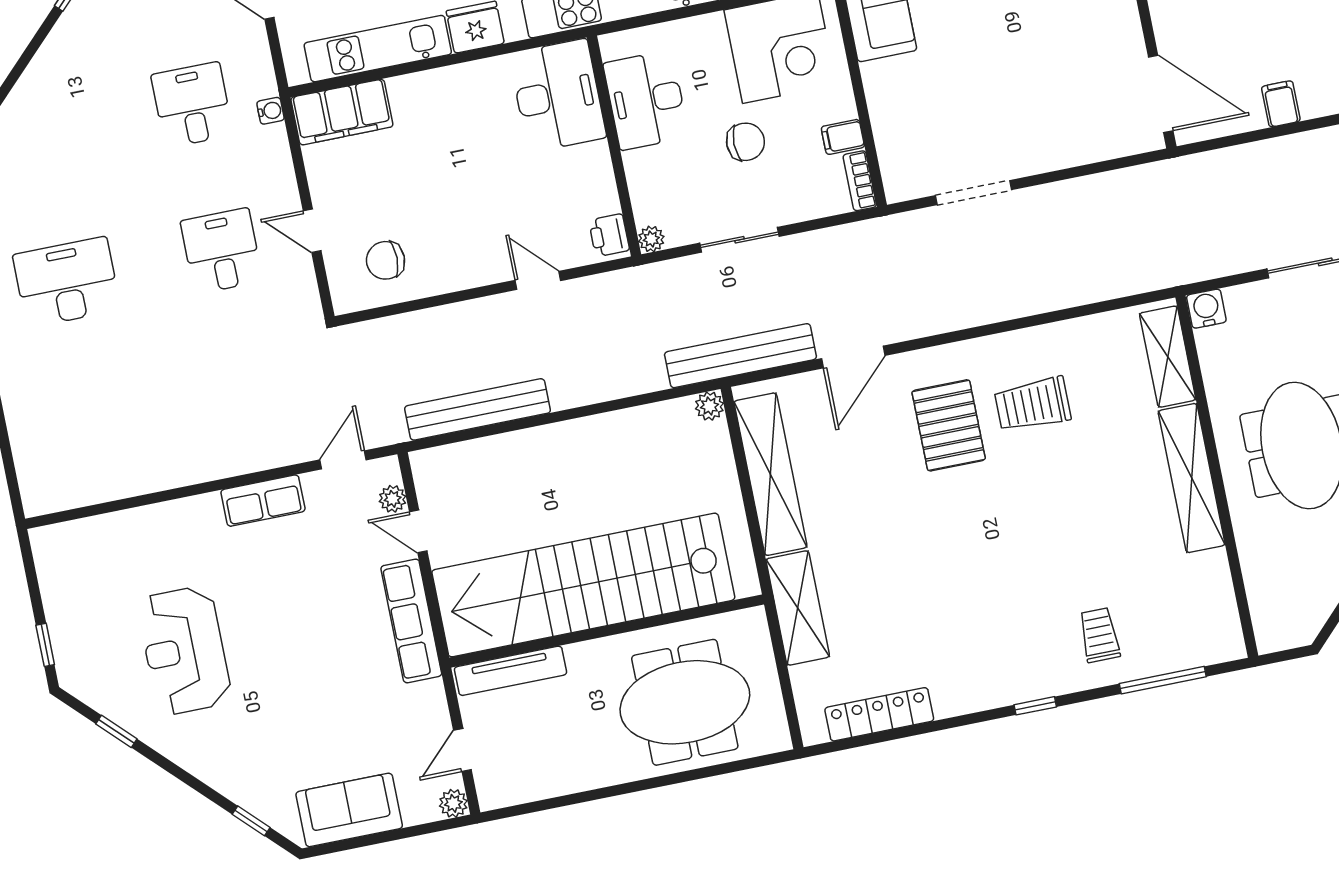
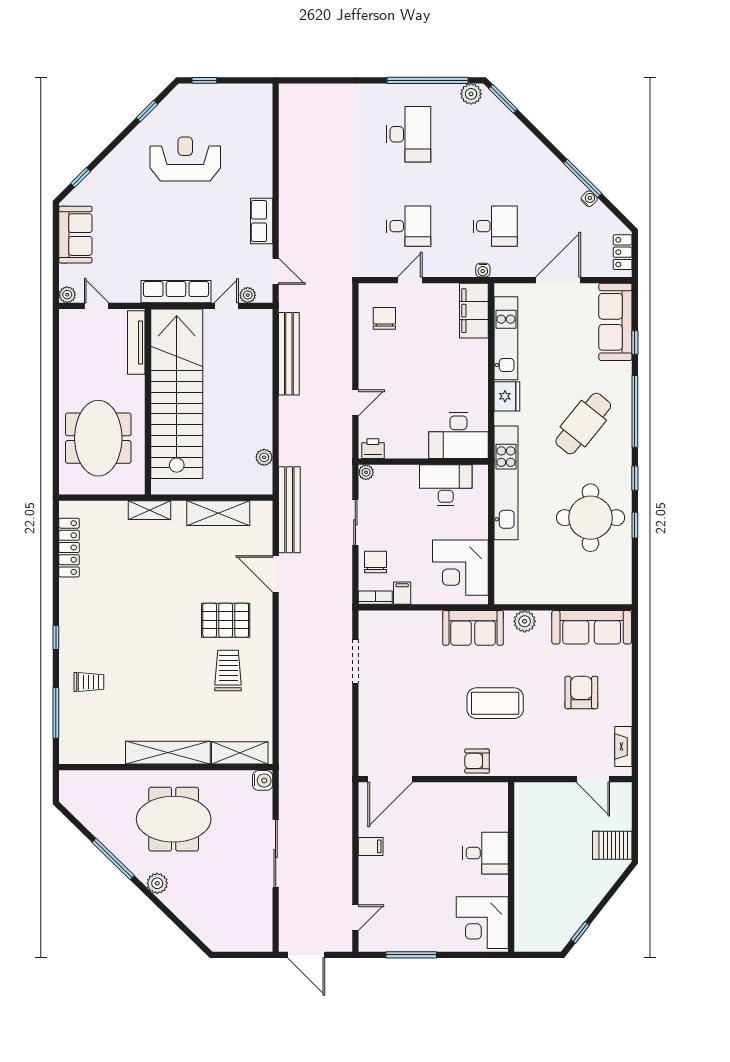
chair: (745, 142) -> (376, 562), moved, turned 180
plant: (709, 406) -> (264, 457), moved
shelving: (771, 474) -> (218, 513), width x0.68
shelving: (798, 608) -> (150, 510), width x0.67, depth x0.75

